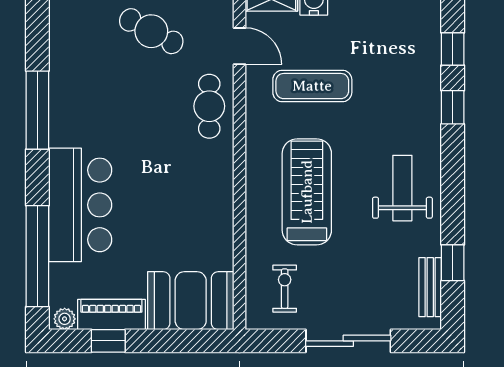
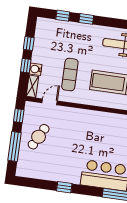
cafe table: (209, 106) -> (72, 117), removed
window: (37, 110) -> (64, 187), width x0.46

